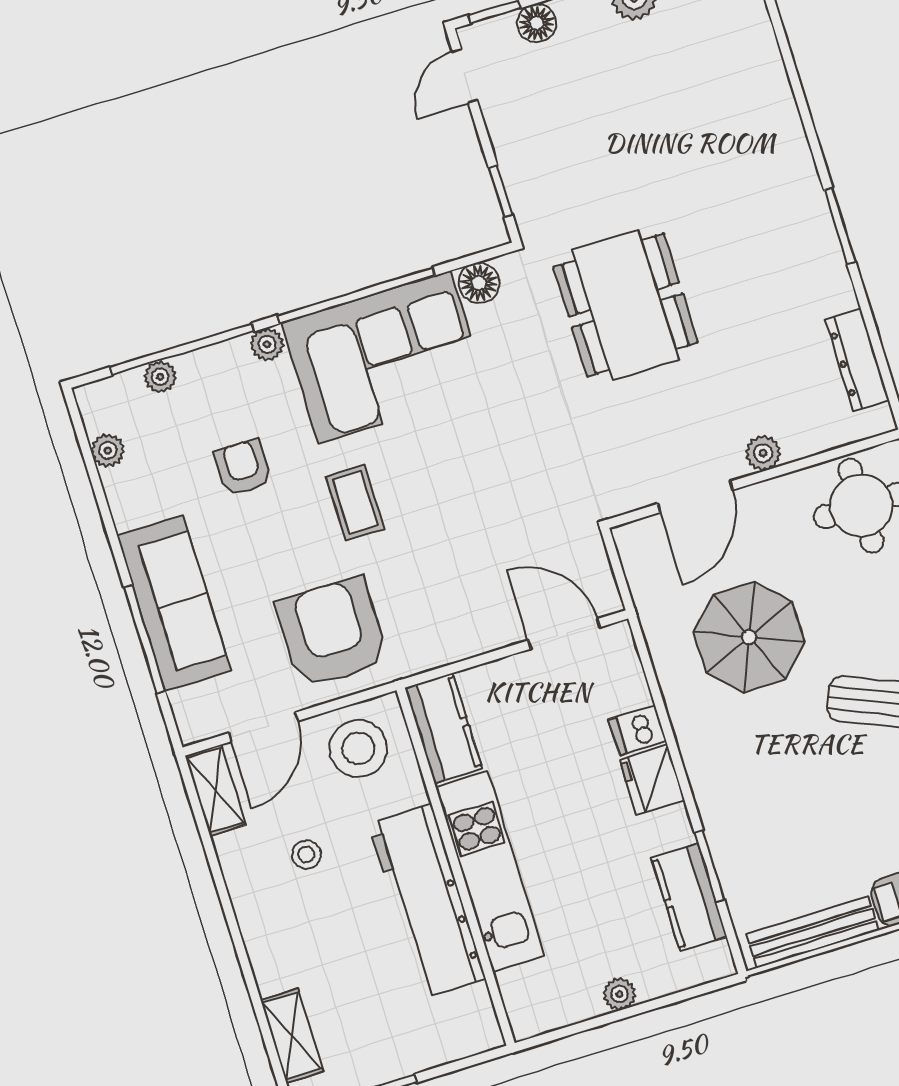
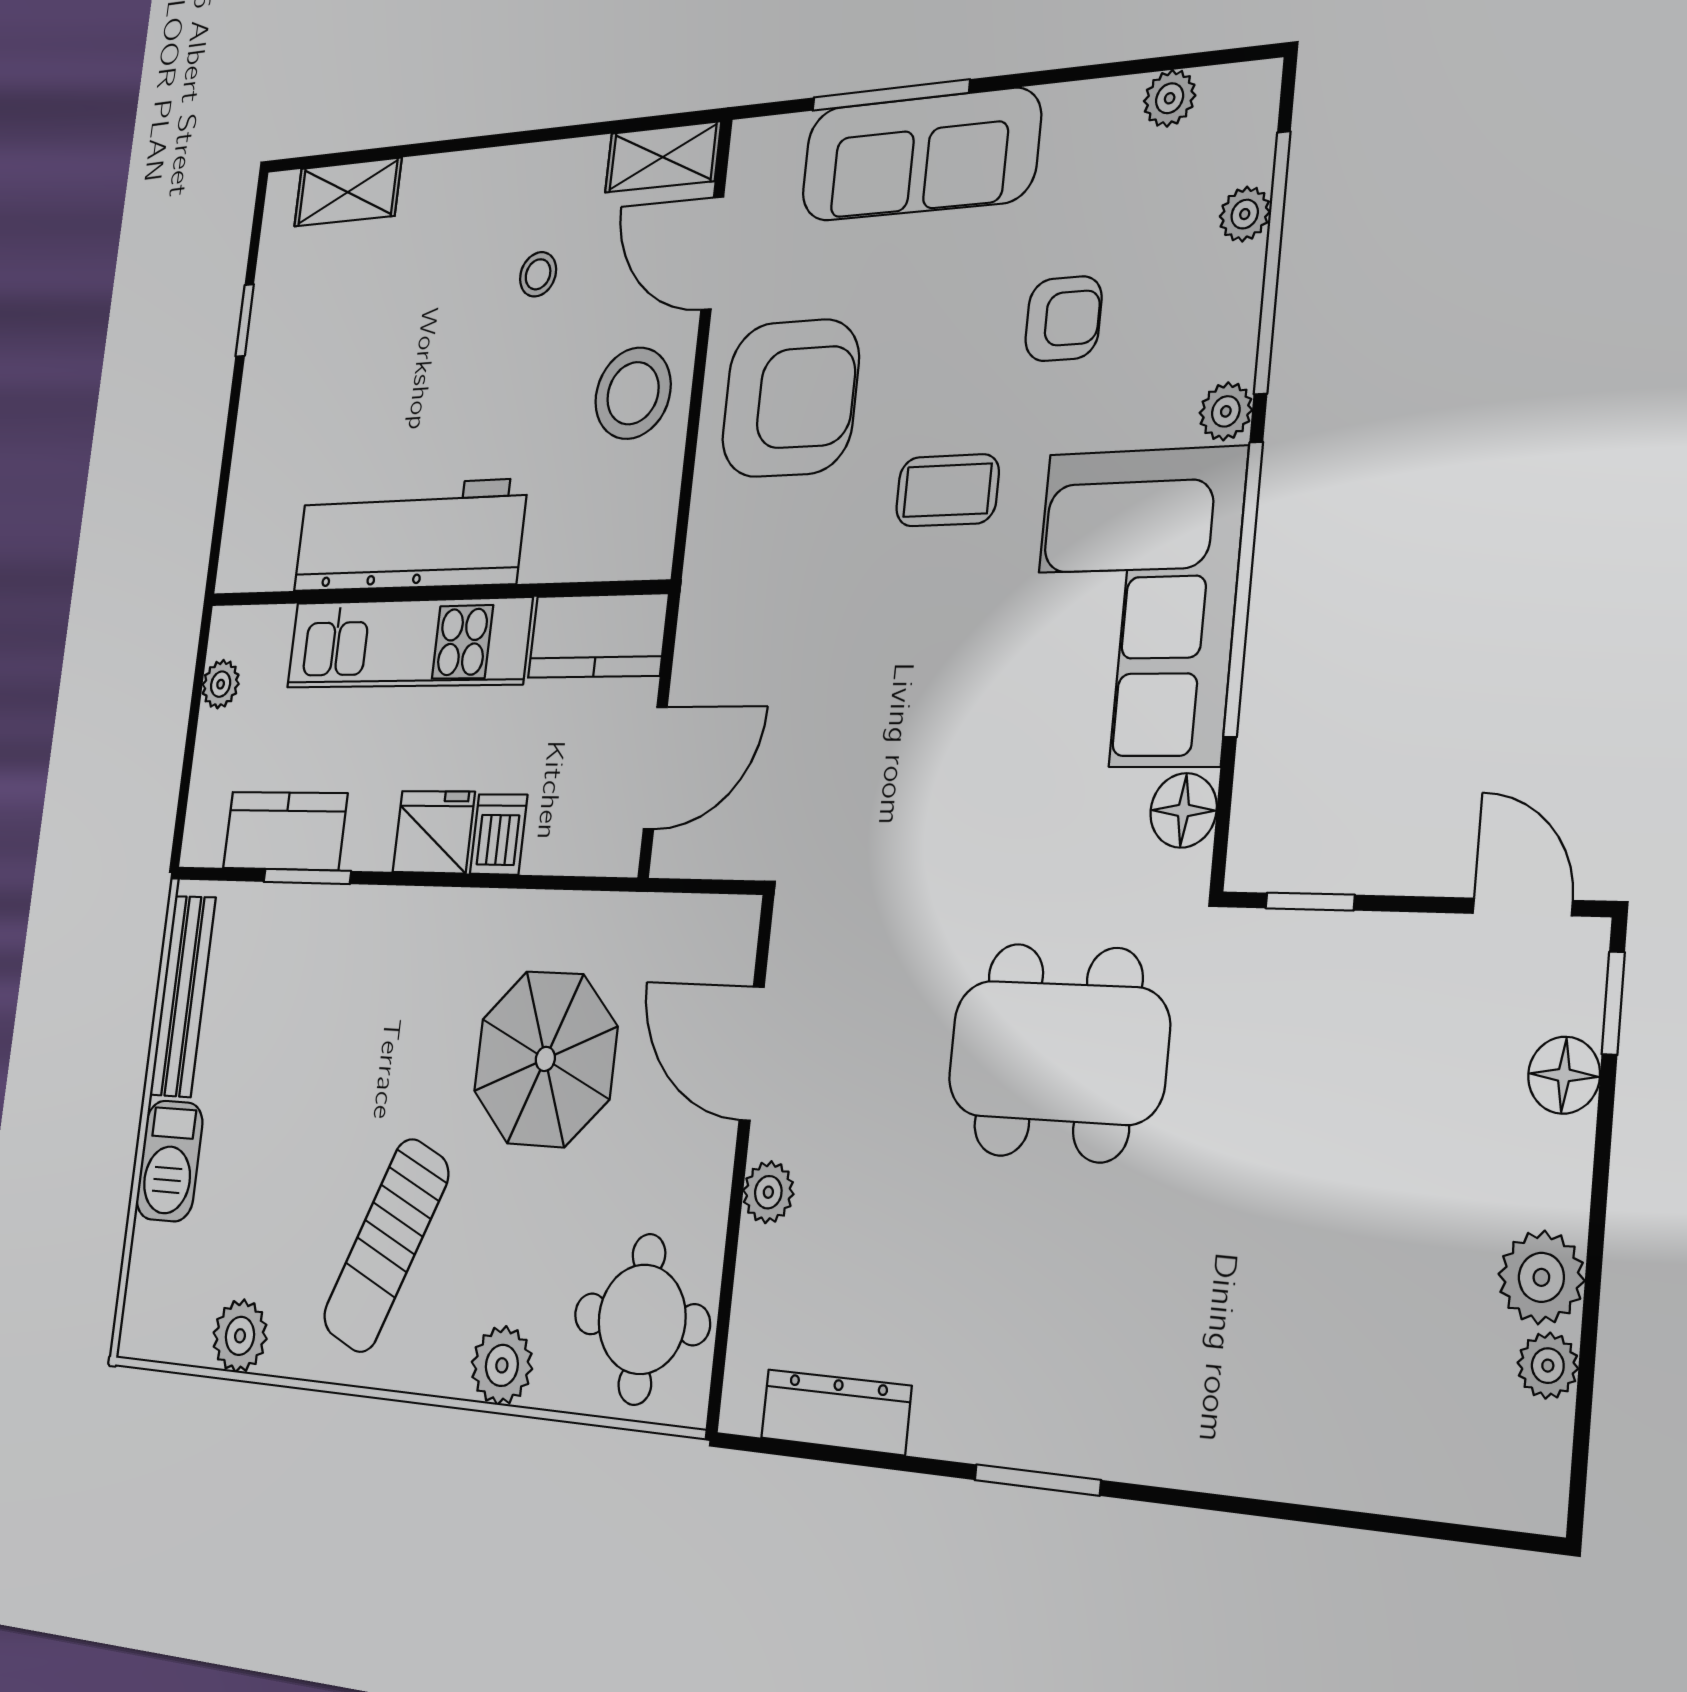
kitchen counter: (444, 728) -> (598, 636), moved
wall: (456, 867) -> (432, 593), moved
kitchen unit: (490, 871) -> (408, 643), moved
workbench: (427, 901) -> (409, 536), moved

